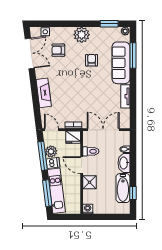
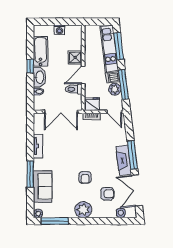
window: (109, 24) -> (55, 221), width x1.44
window: (133, 55) -> (30, 174), moved
armchair: (92, 60) -> (85, 177), moved
sofa: (121, 63) -> (43, 186), width x0.73
window: (34, 88) -> (132, 155), added
fireplace: (44, 93) -> (124, 160), moved
door: (82, 165) -> (83, 75), swing flipped
window: (133, 193) -> (30, 66), moved
washing machine: (88, 209) -> (59, 30), moved

